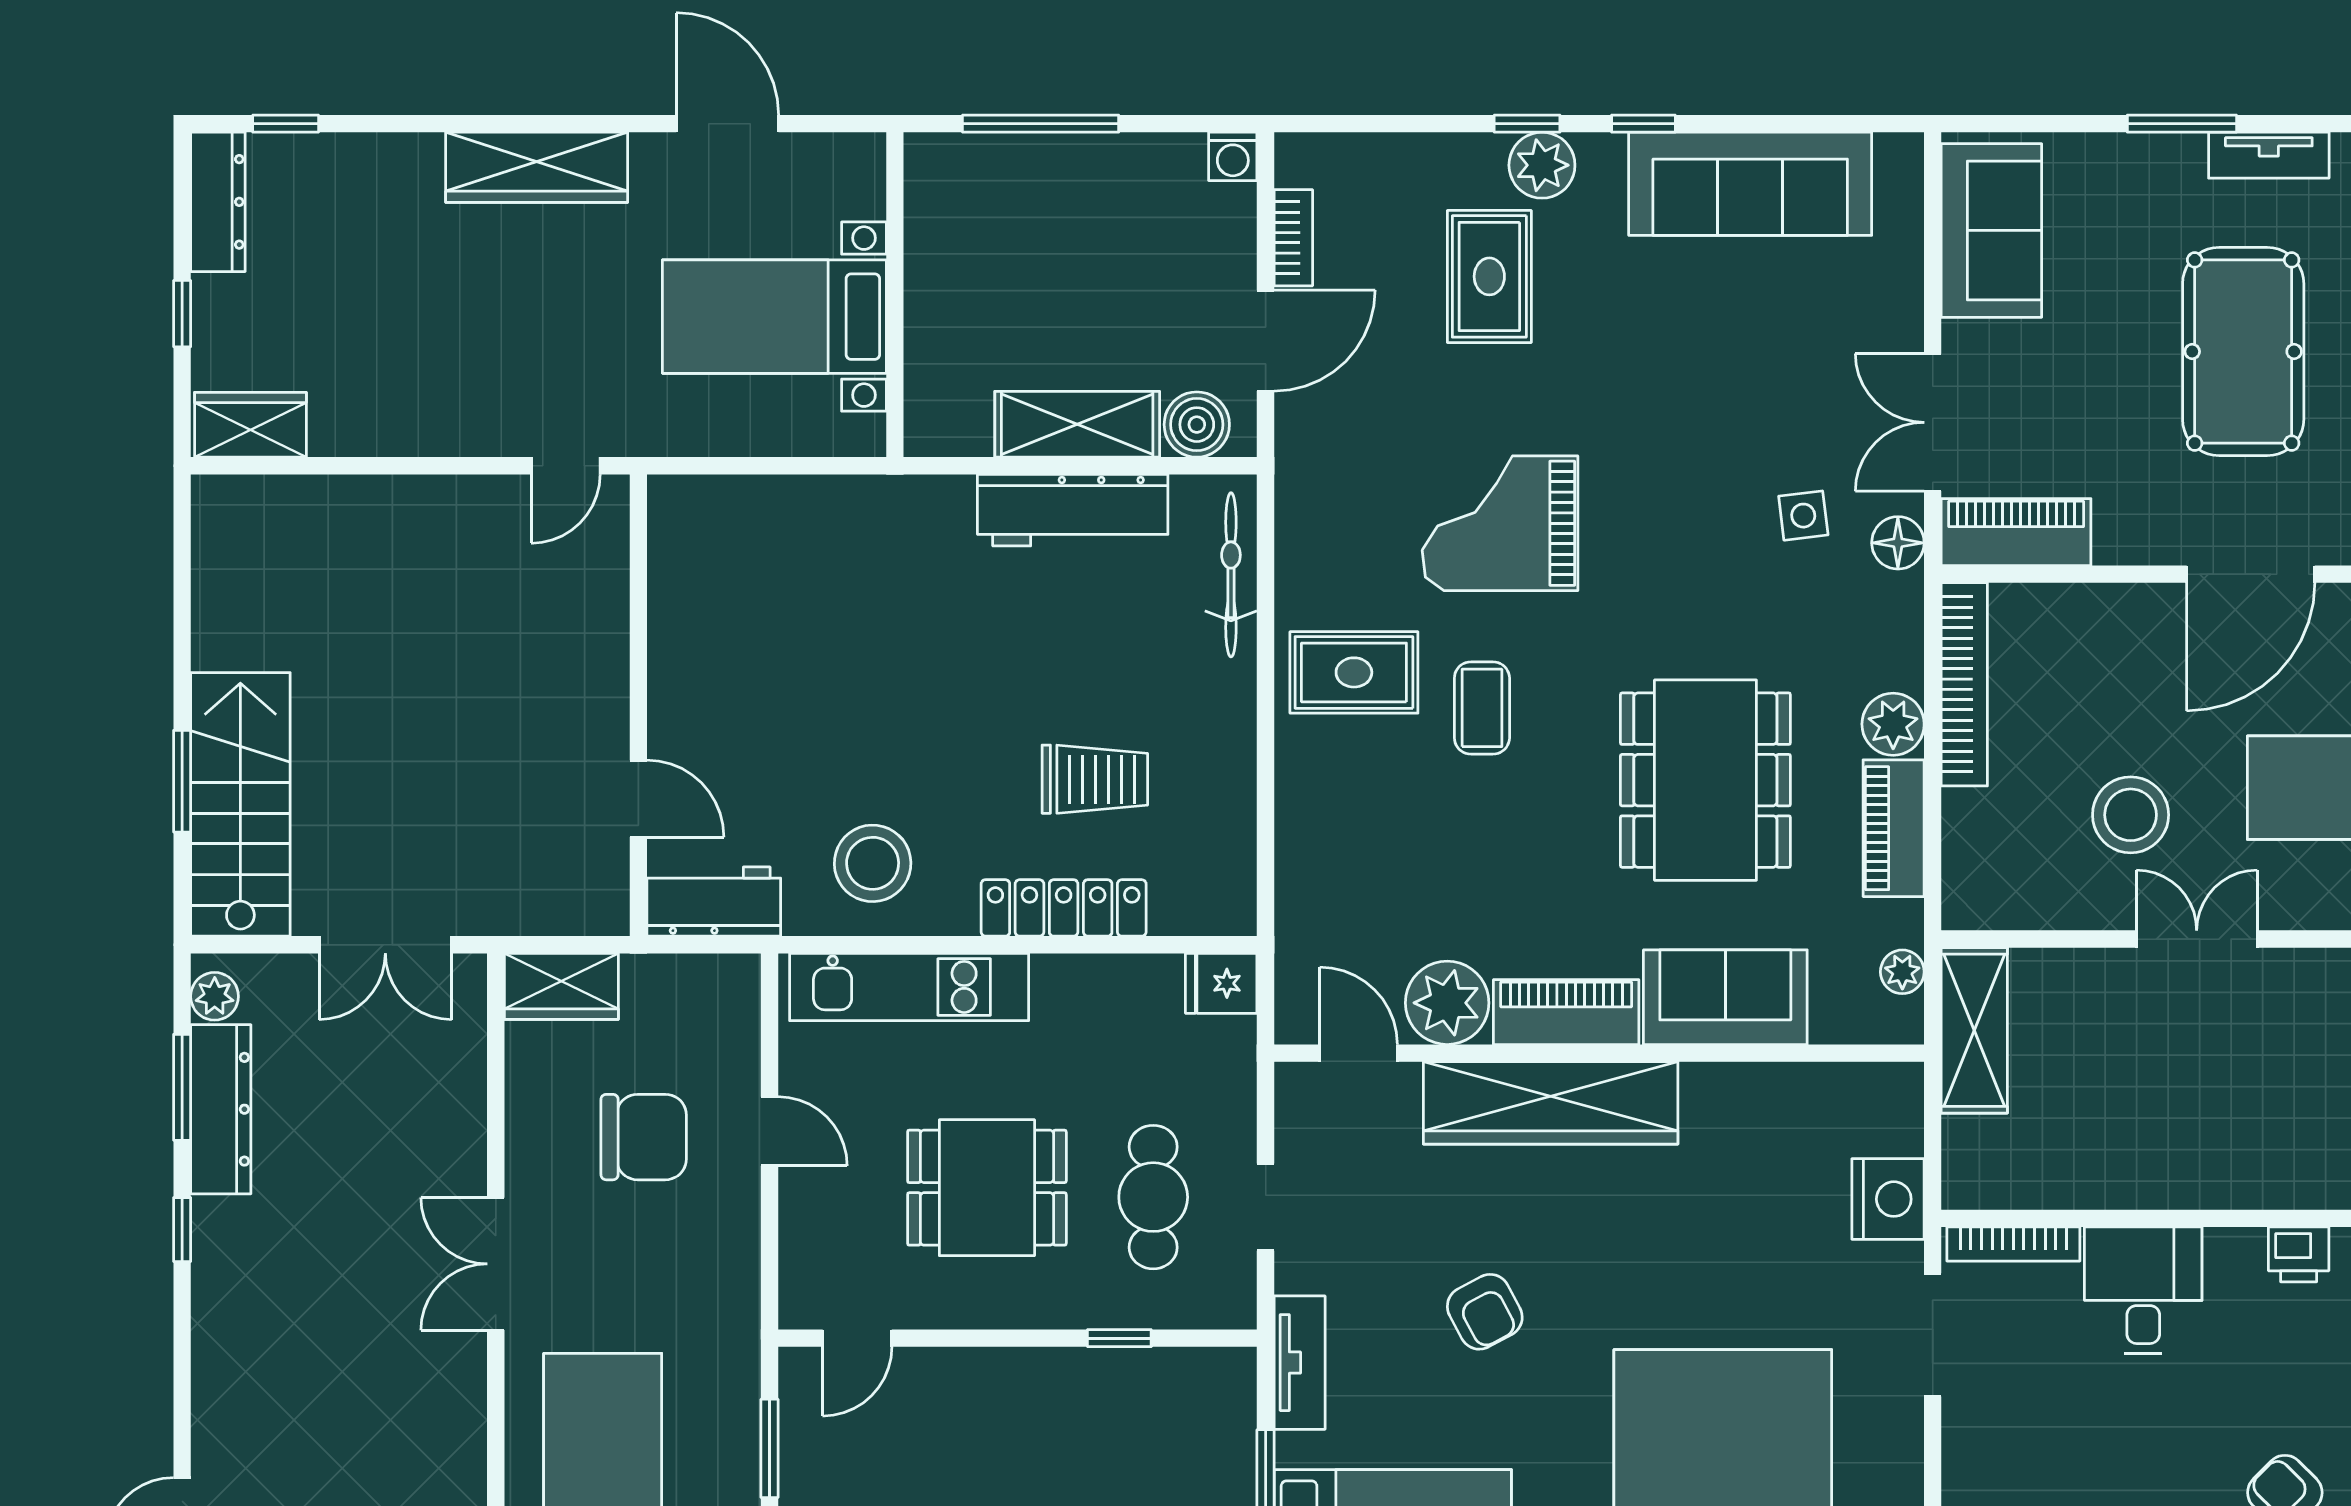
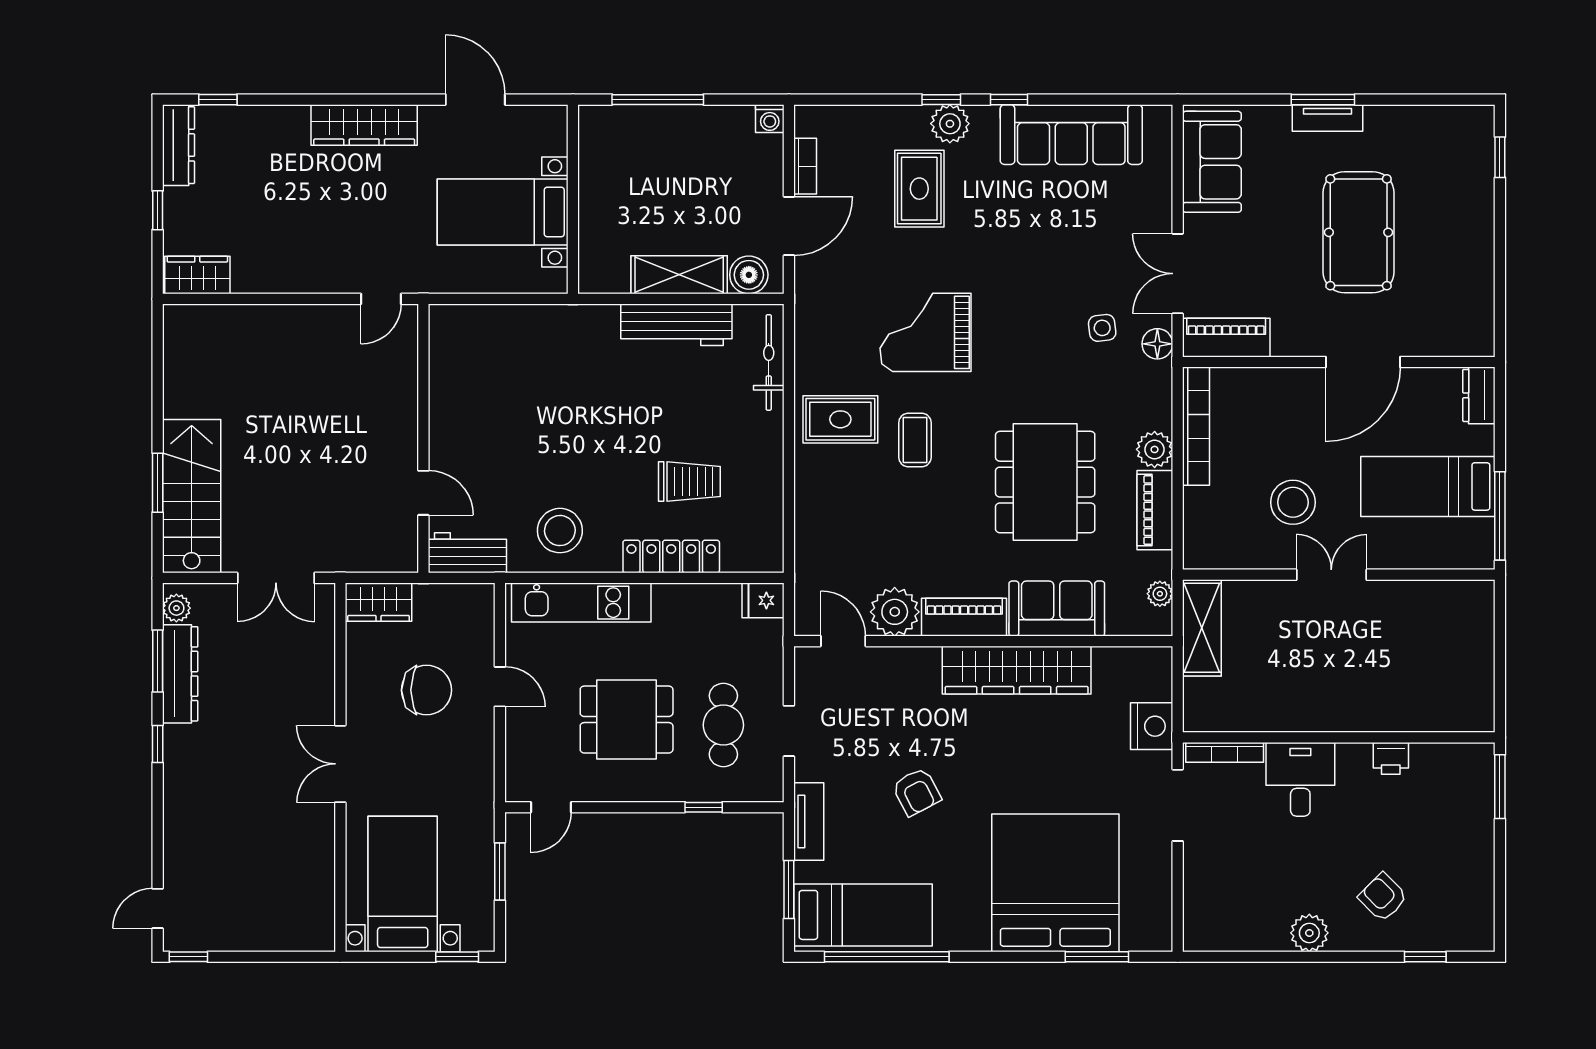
tv unit: (2269, 155) -> (1328, 118), moved
wardrobe: (1551, 1103) -> (1017, 670), moved

